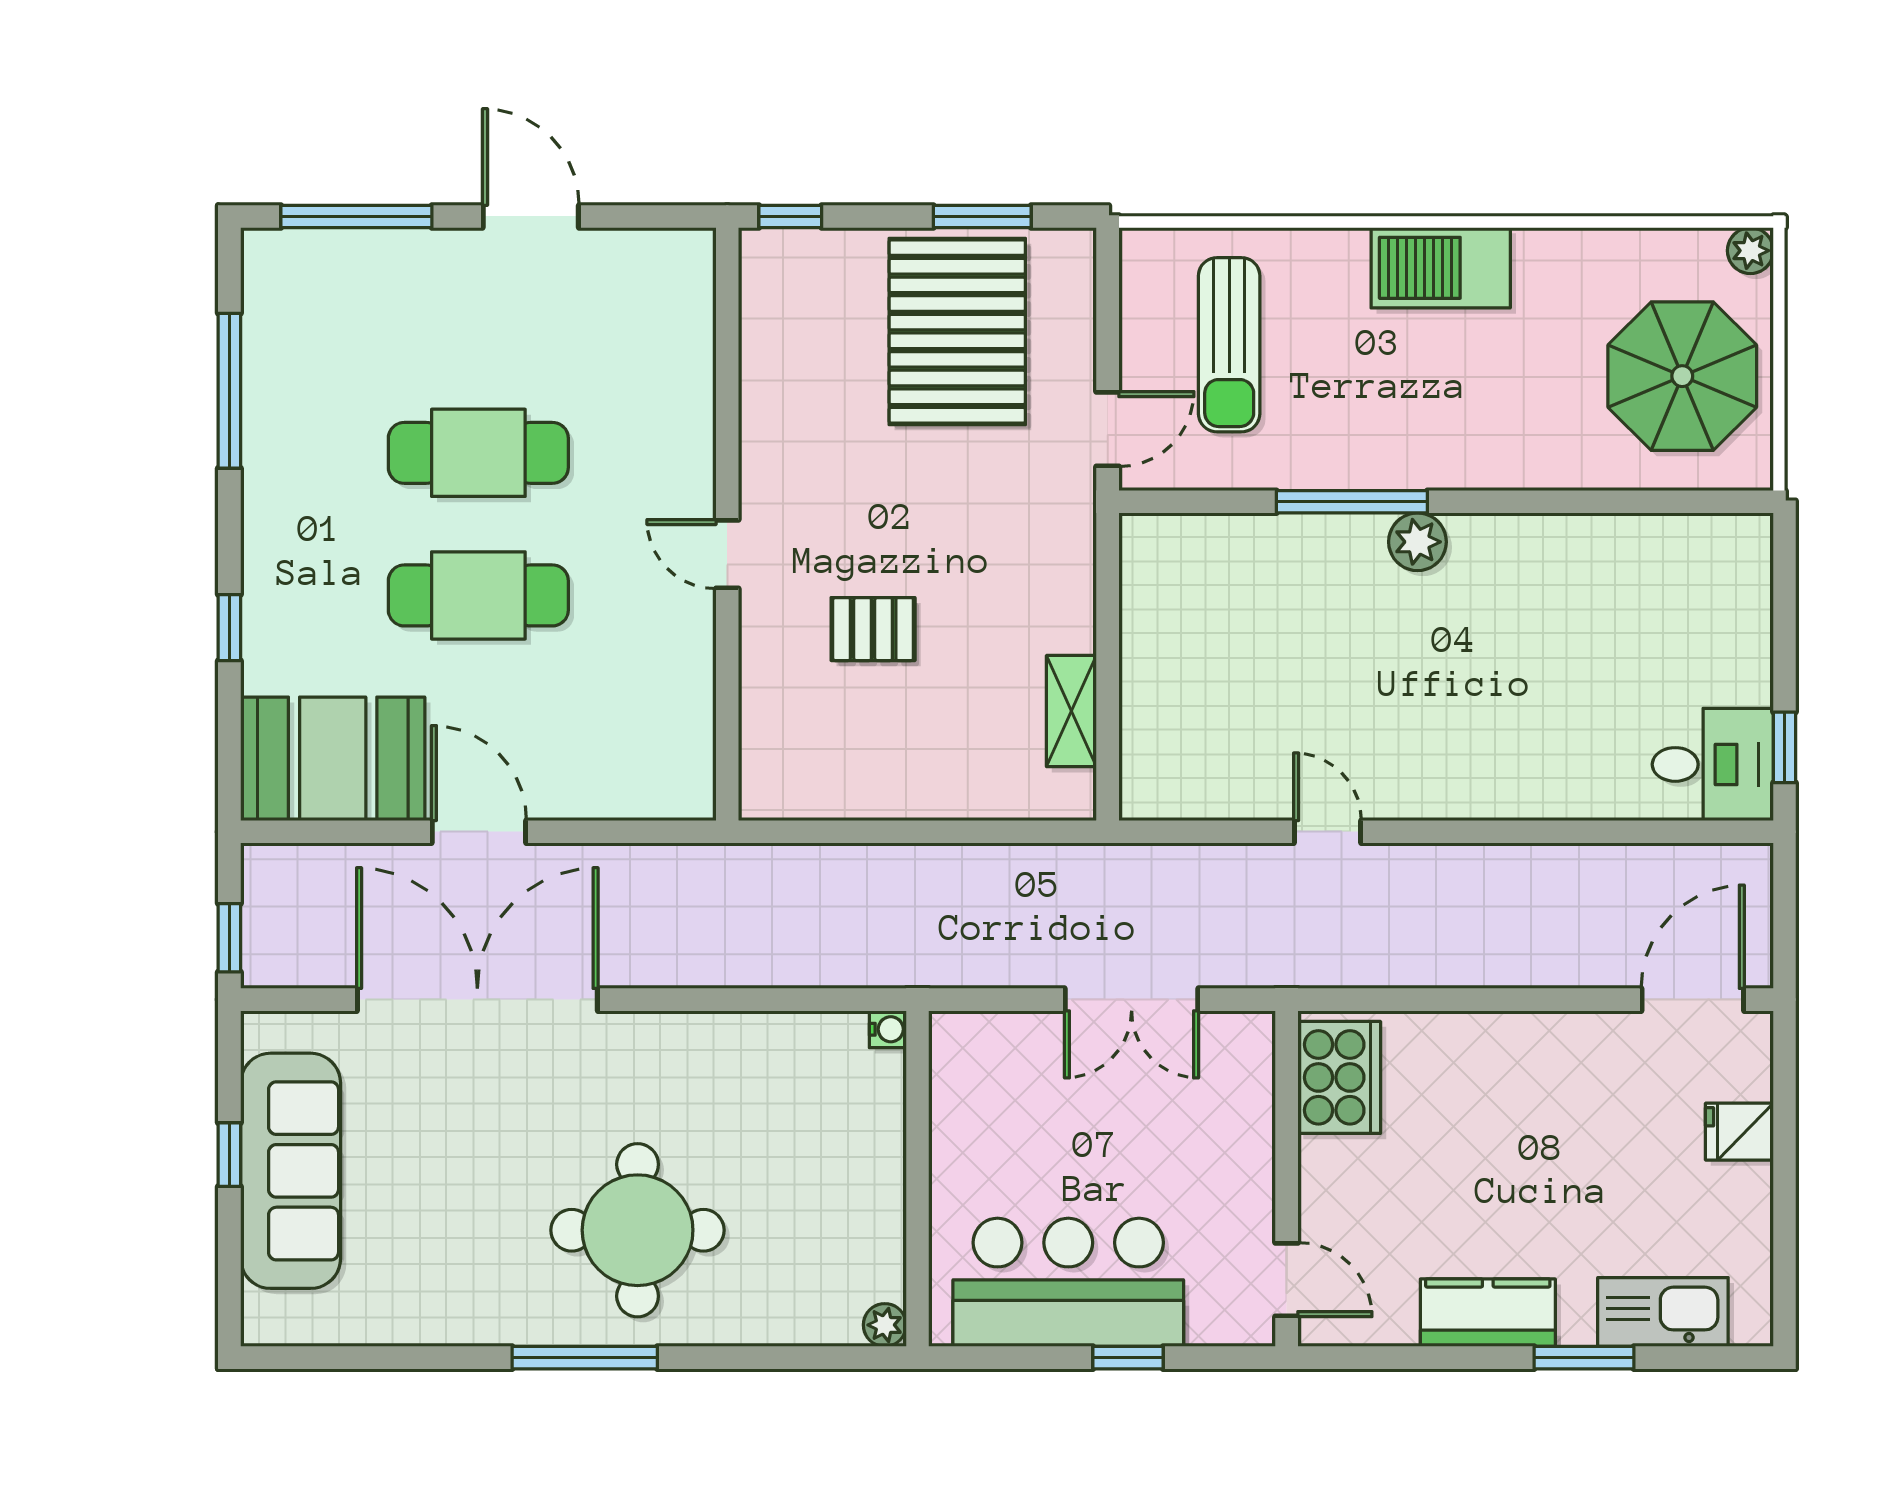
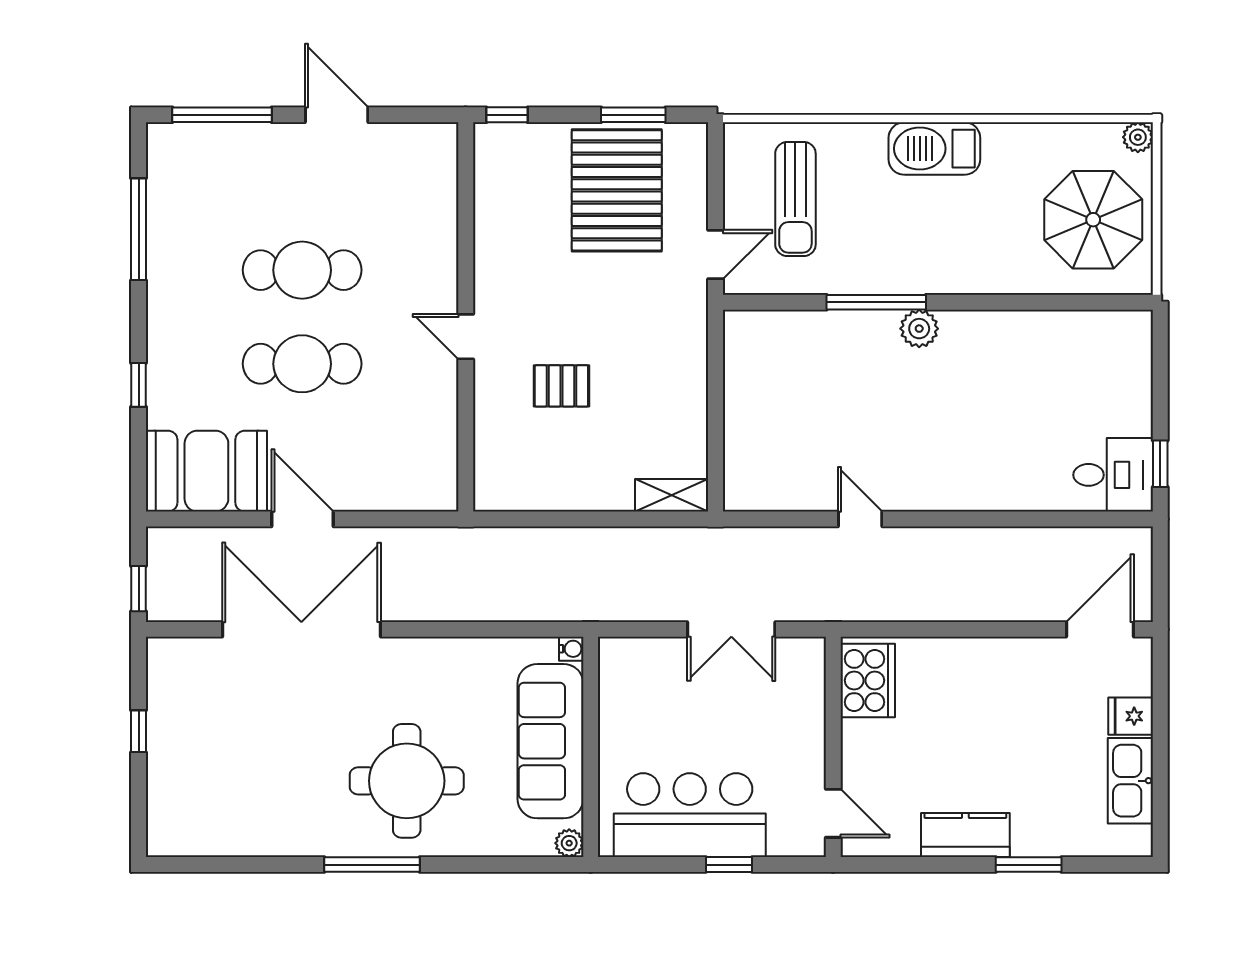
shelving: (1071, 711) -> (672, 495), moved, turned 90
sofa: (291, 1171) -> (550, 741), moved, turned 180
kitchen sink: (1663, 1312) -> (1130, 781), moved, turned -90

